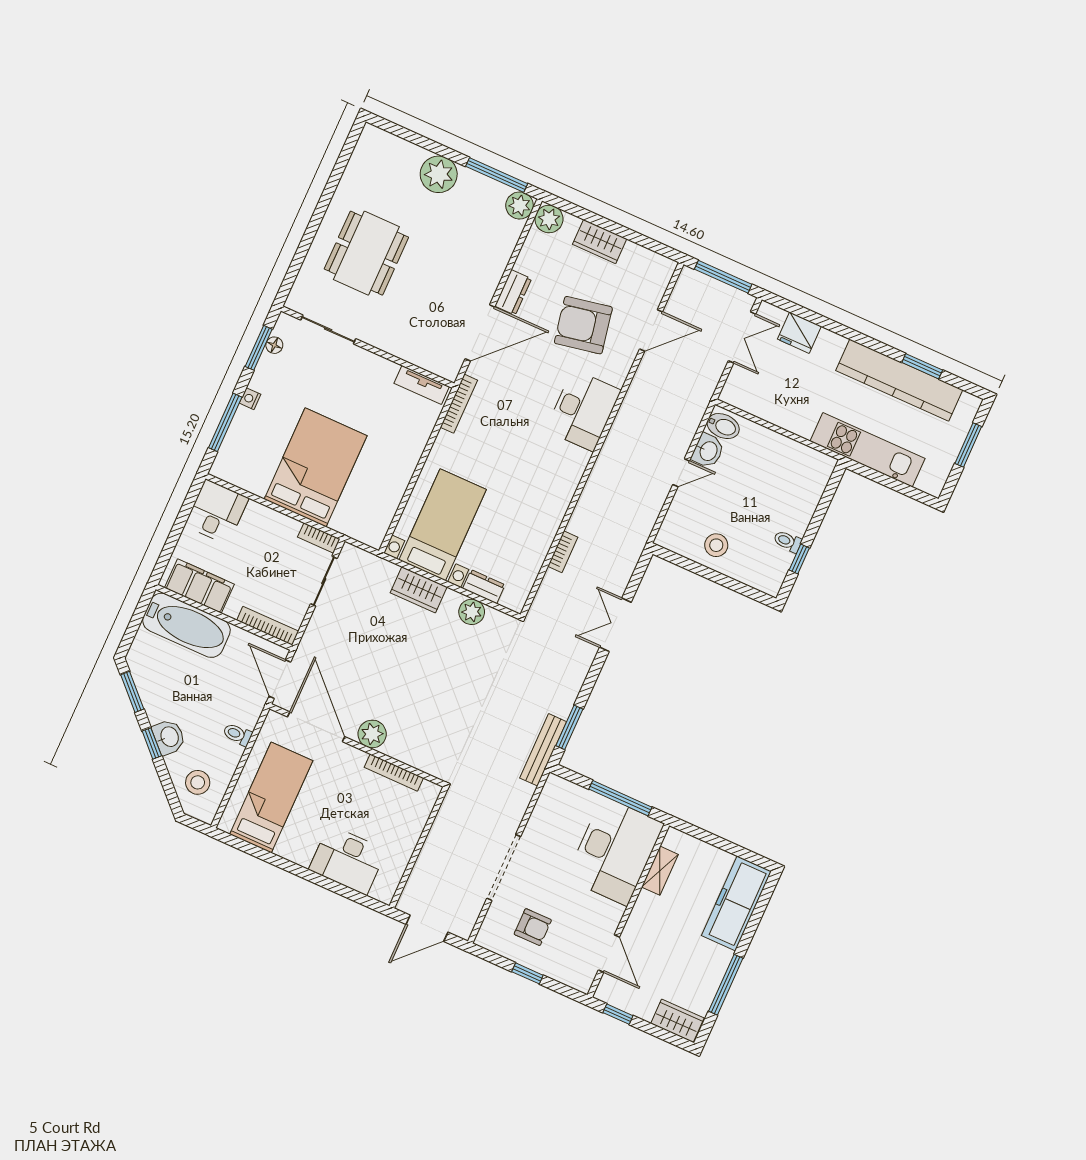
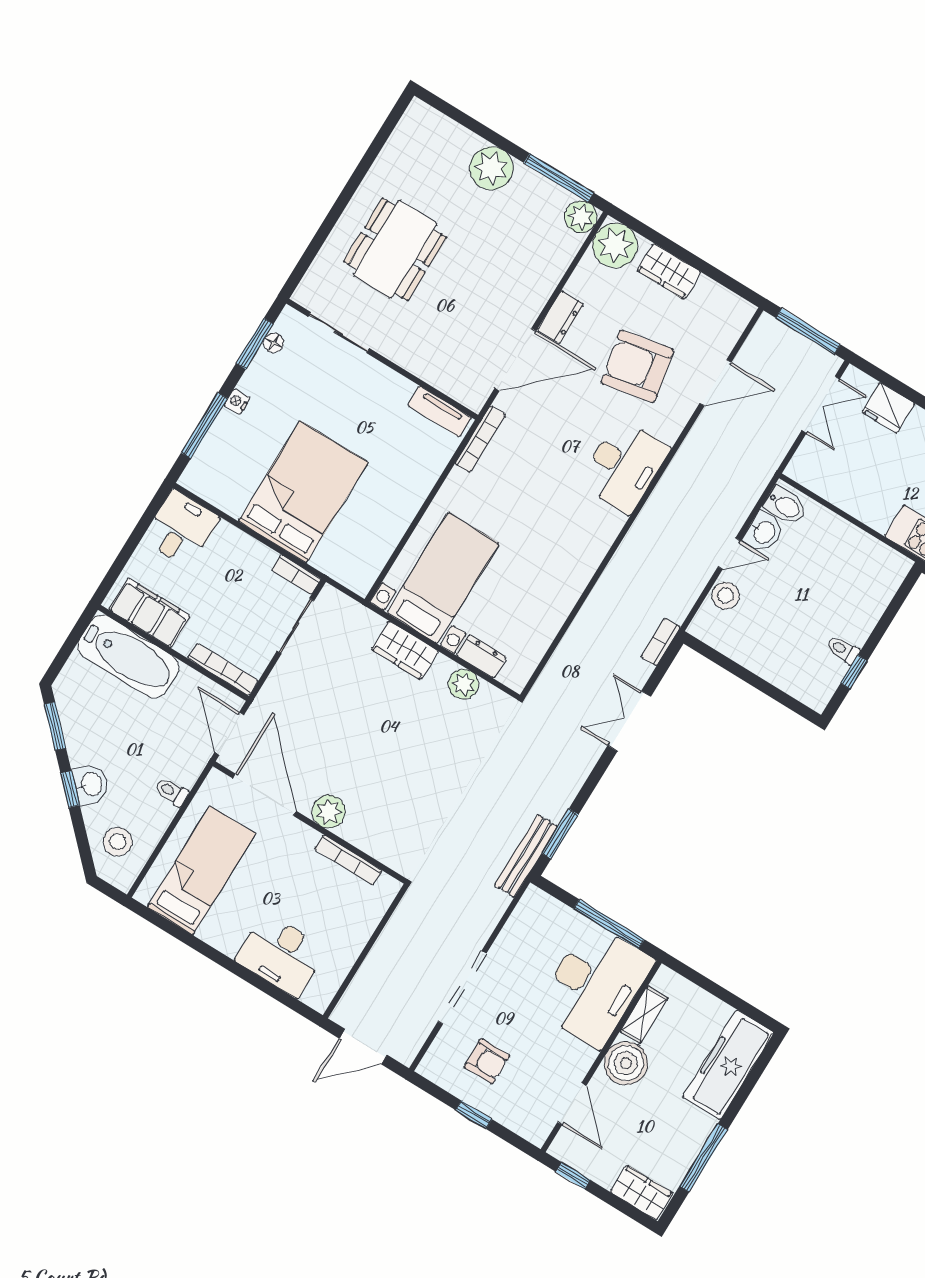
plant: (549, 219) -> (615, 245), width x1.36, depth x1.36
stool: (716, 545) -> (726, 596), moved
bookcase: (563, 552) -> (661, 642), moved, turned 180
boiler: (650, 913) -> (626, 1063), added

